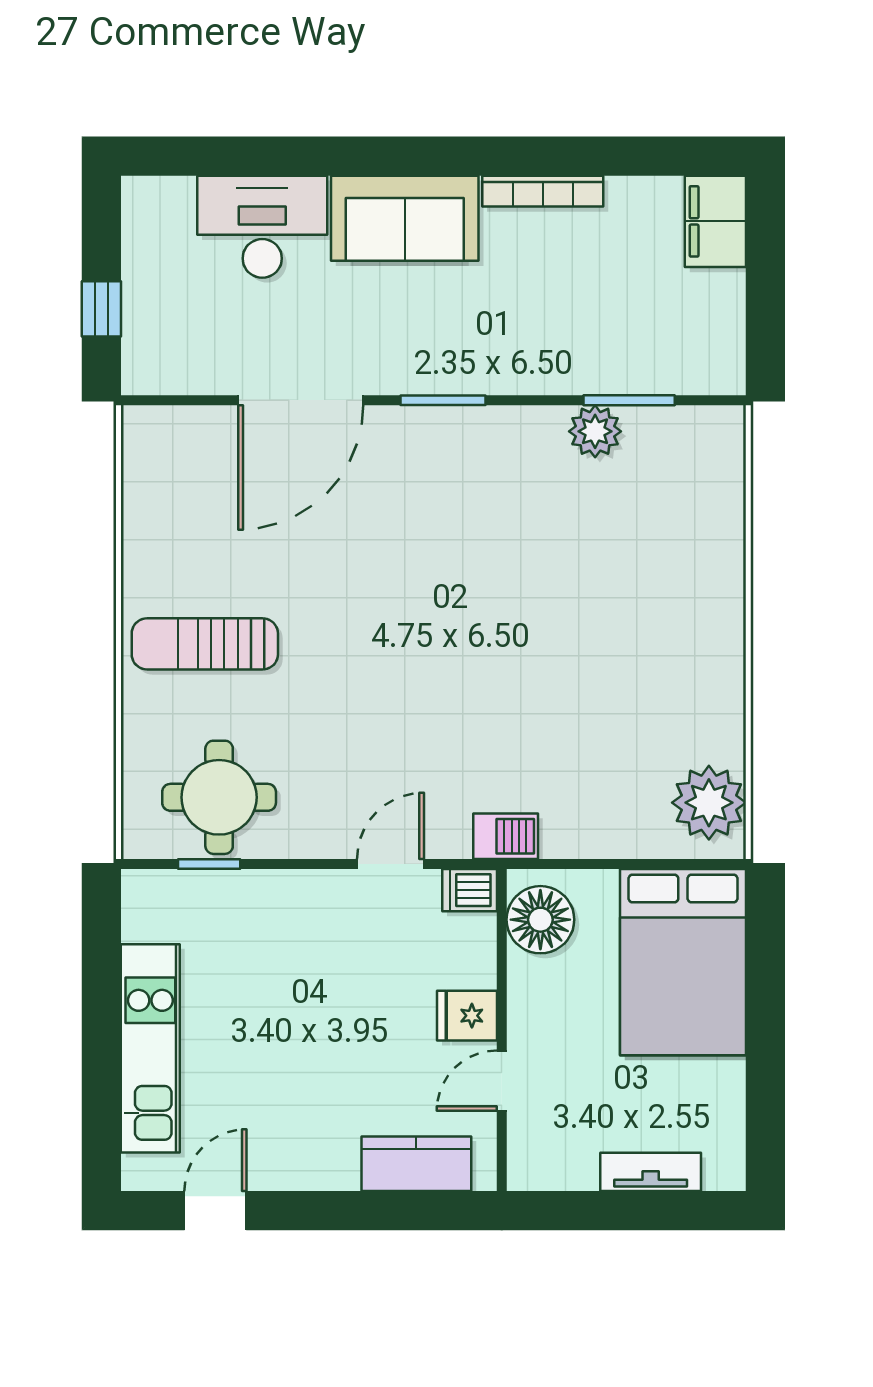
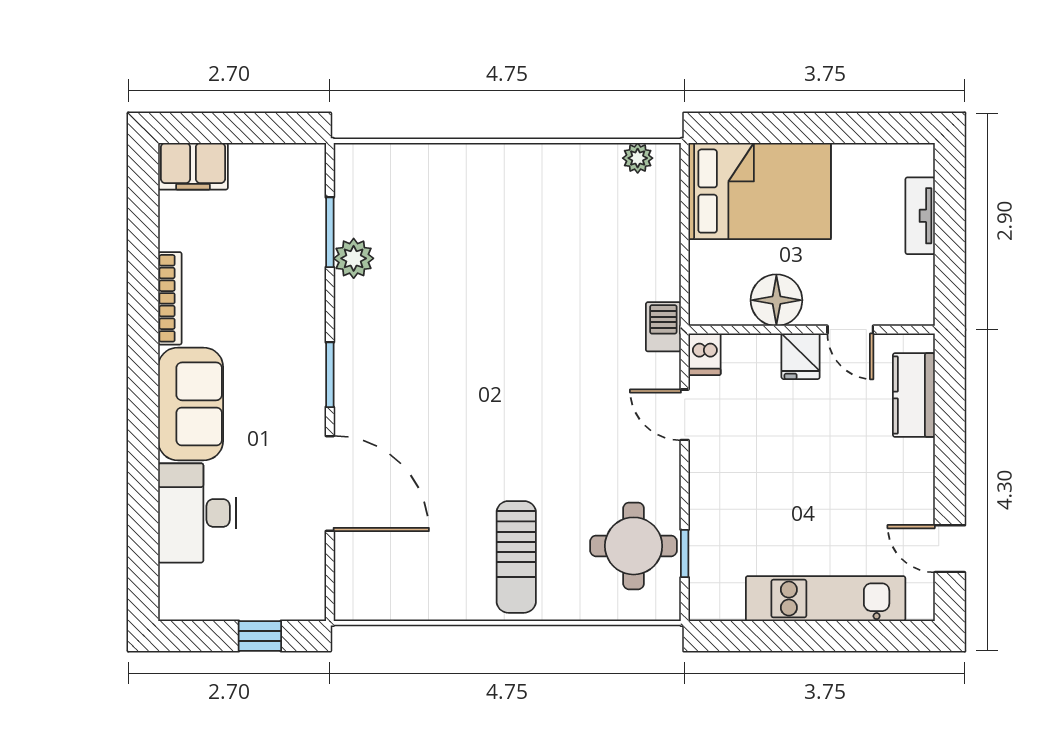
plant: (709, 803) -> (638, 158), width x0.53, depth x0.53
floor lamp: (540, 920) -> (776, 300), moved

